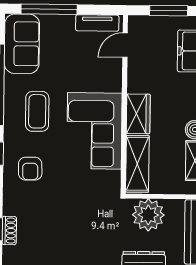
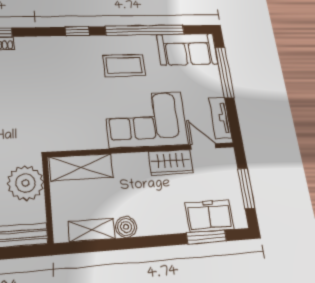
wardrobe: (138, 114) -> (171, 162), moved
corner sofa: (94, 131) -> (146, 120), moved
armchair: (30, 169) -> (65, 61), removed

